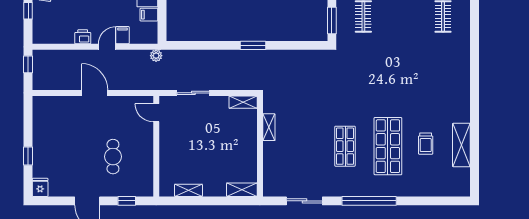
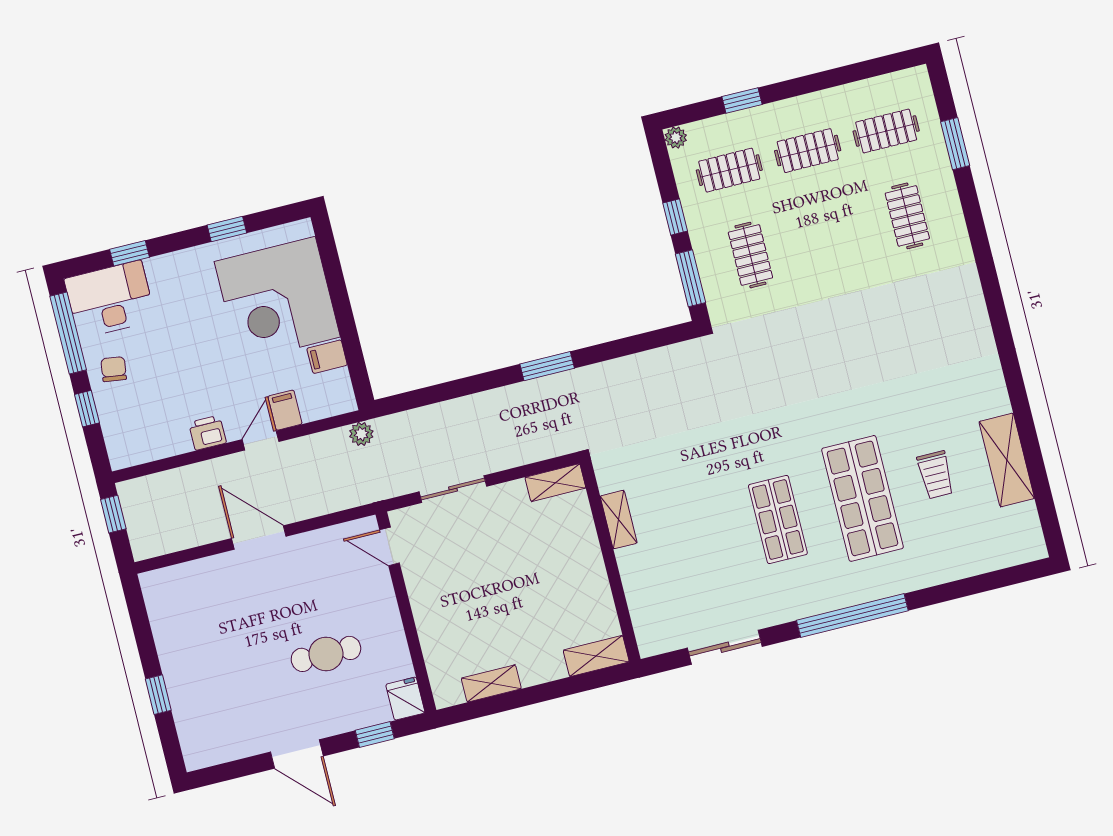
cafe table: (113, 157) -> (326, 654), turned 90
fridge: (40, 187) -> (405, 699), moved

